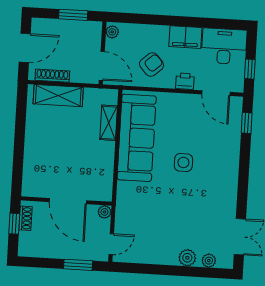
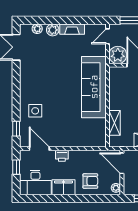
armchair: (152, 65) -> (90, 181), moved, turned -138
sofa: (137, 138) -> (94, 87), moved
side table: (183, 162) -> (35, 111), moved
plant: (105, 212) -> (118, 55), width x1.88, depth x1.88
fireplace: (160, 257) -> (72, 29), added

